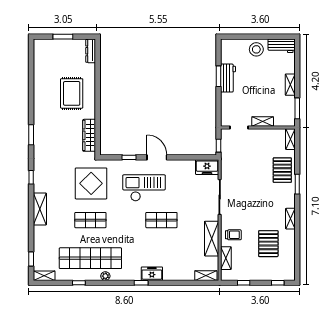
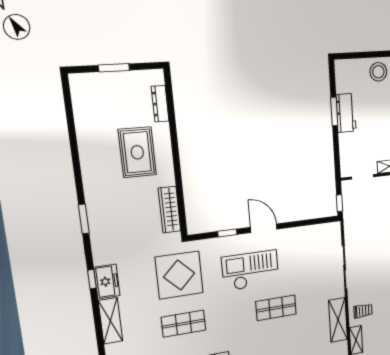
dresser: (91, 51) -> (160, 104), moved
freezer: (207, 167) -> (107, 282), moved, turned -90

